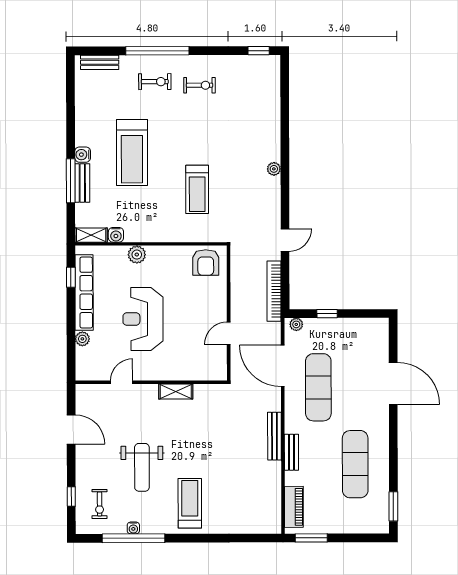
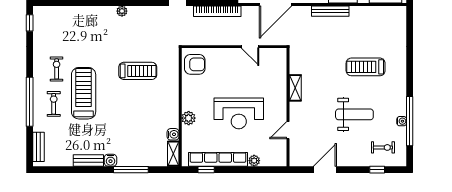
treadmill: (132, 153) -> (84, 93), moved, turned -90
bench: (82, 183) -> (88, 161), moved
door: (122, 382) -> (288, 130), hinge flipped
treadmill: (190, 503) -> (366, 67), moved

